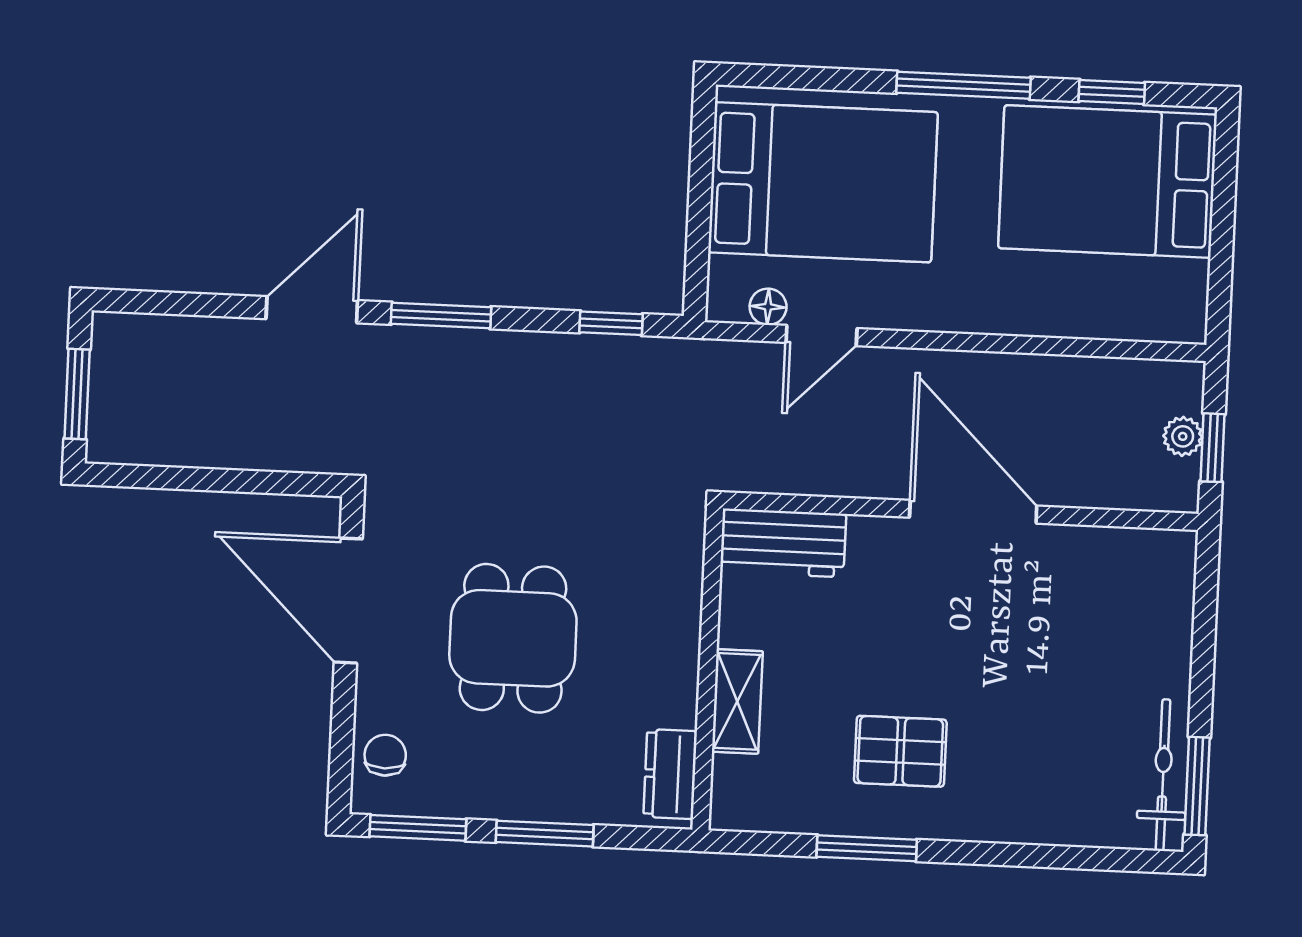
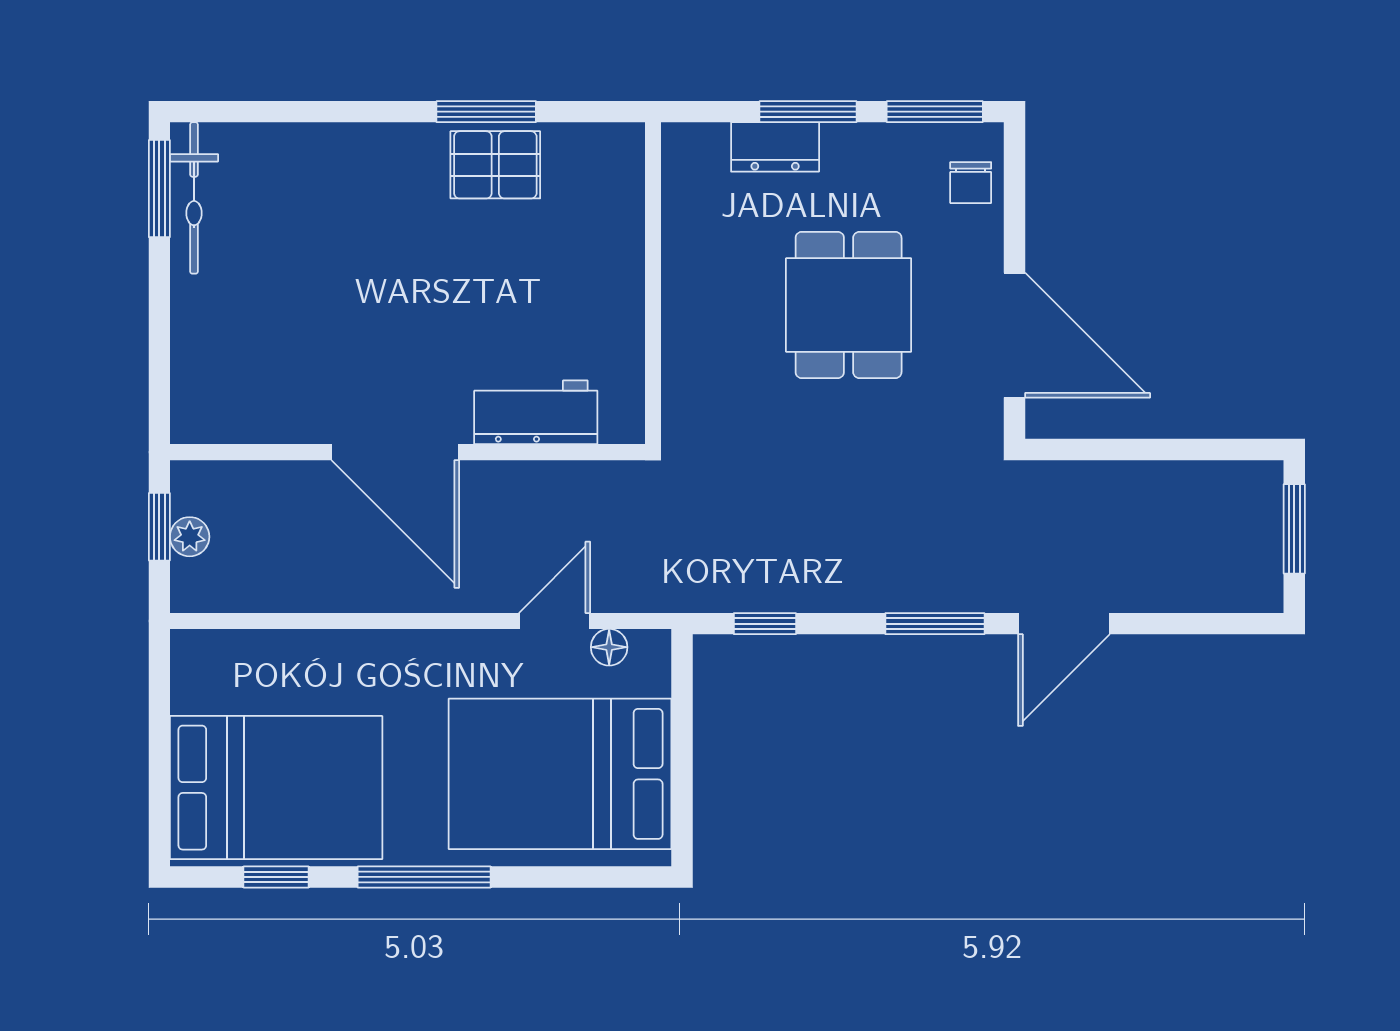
workbench: (783, 543) -> (536, 412), moved
shelving: (737, 701) -> (622, 252), removed
pallet: (900, 751) -> (495, 165), moved
dresser: (670, 774) -> (775, 147), moved, turned 90

